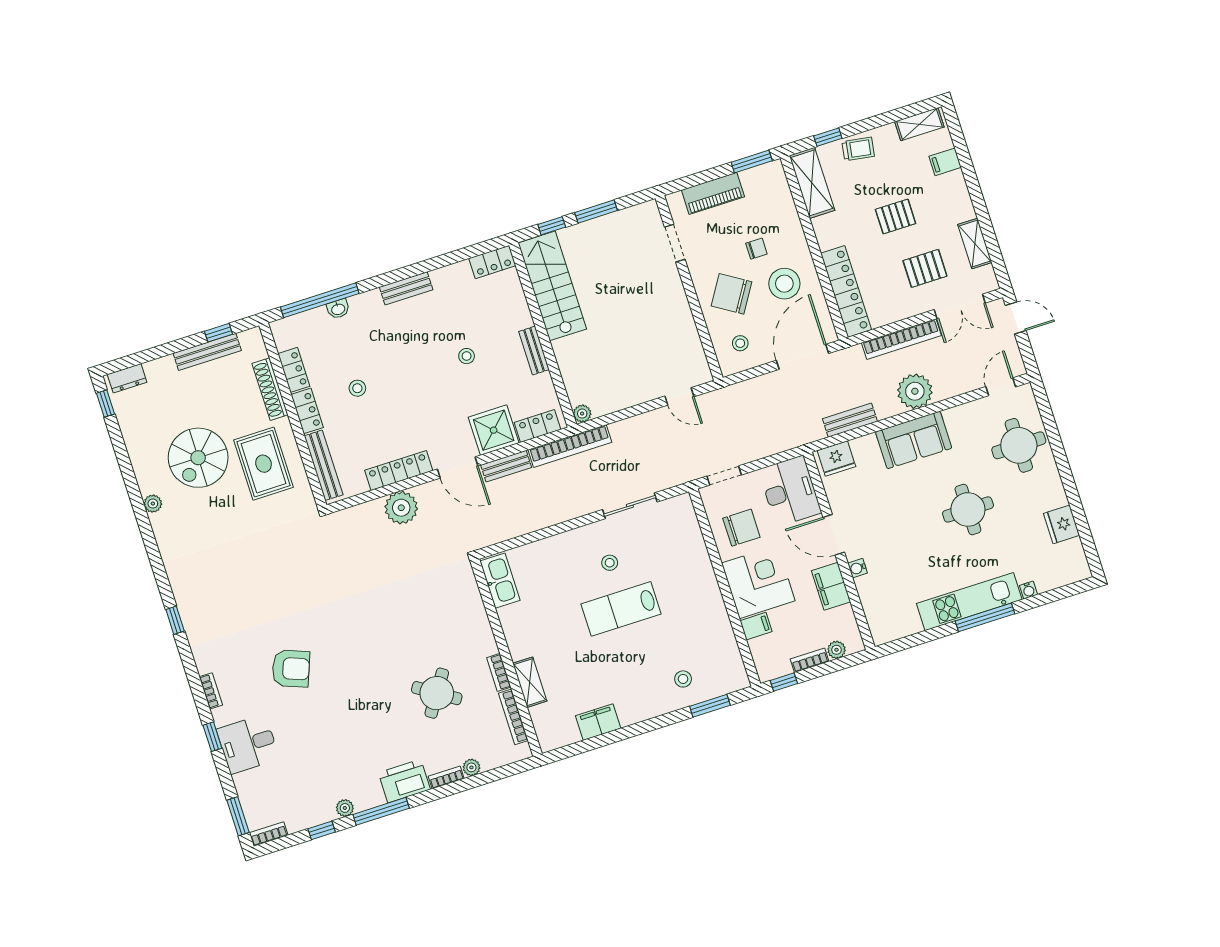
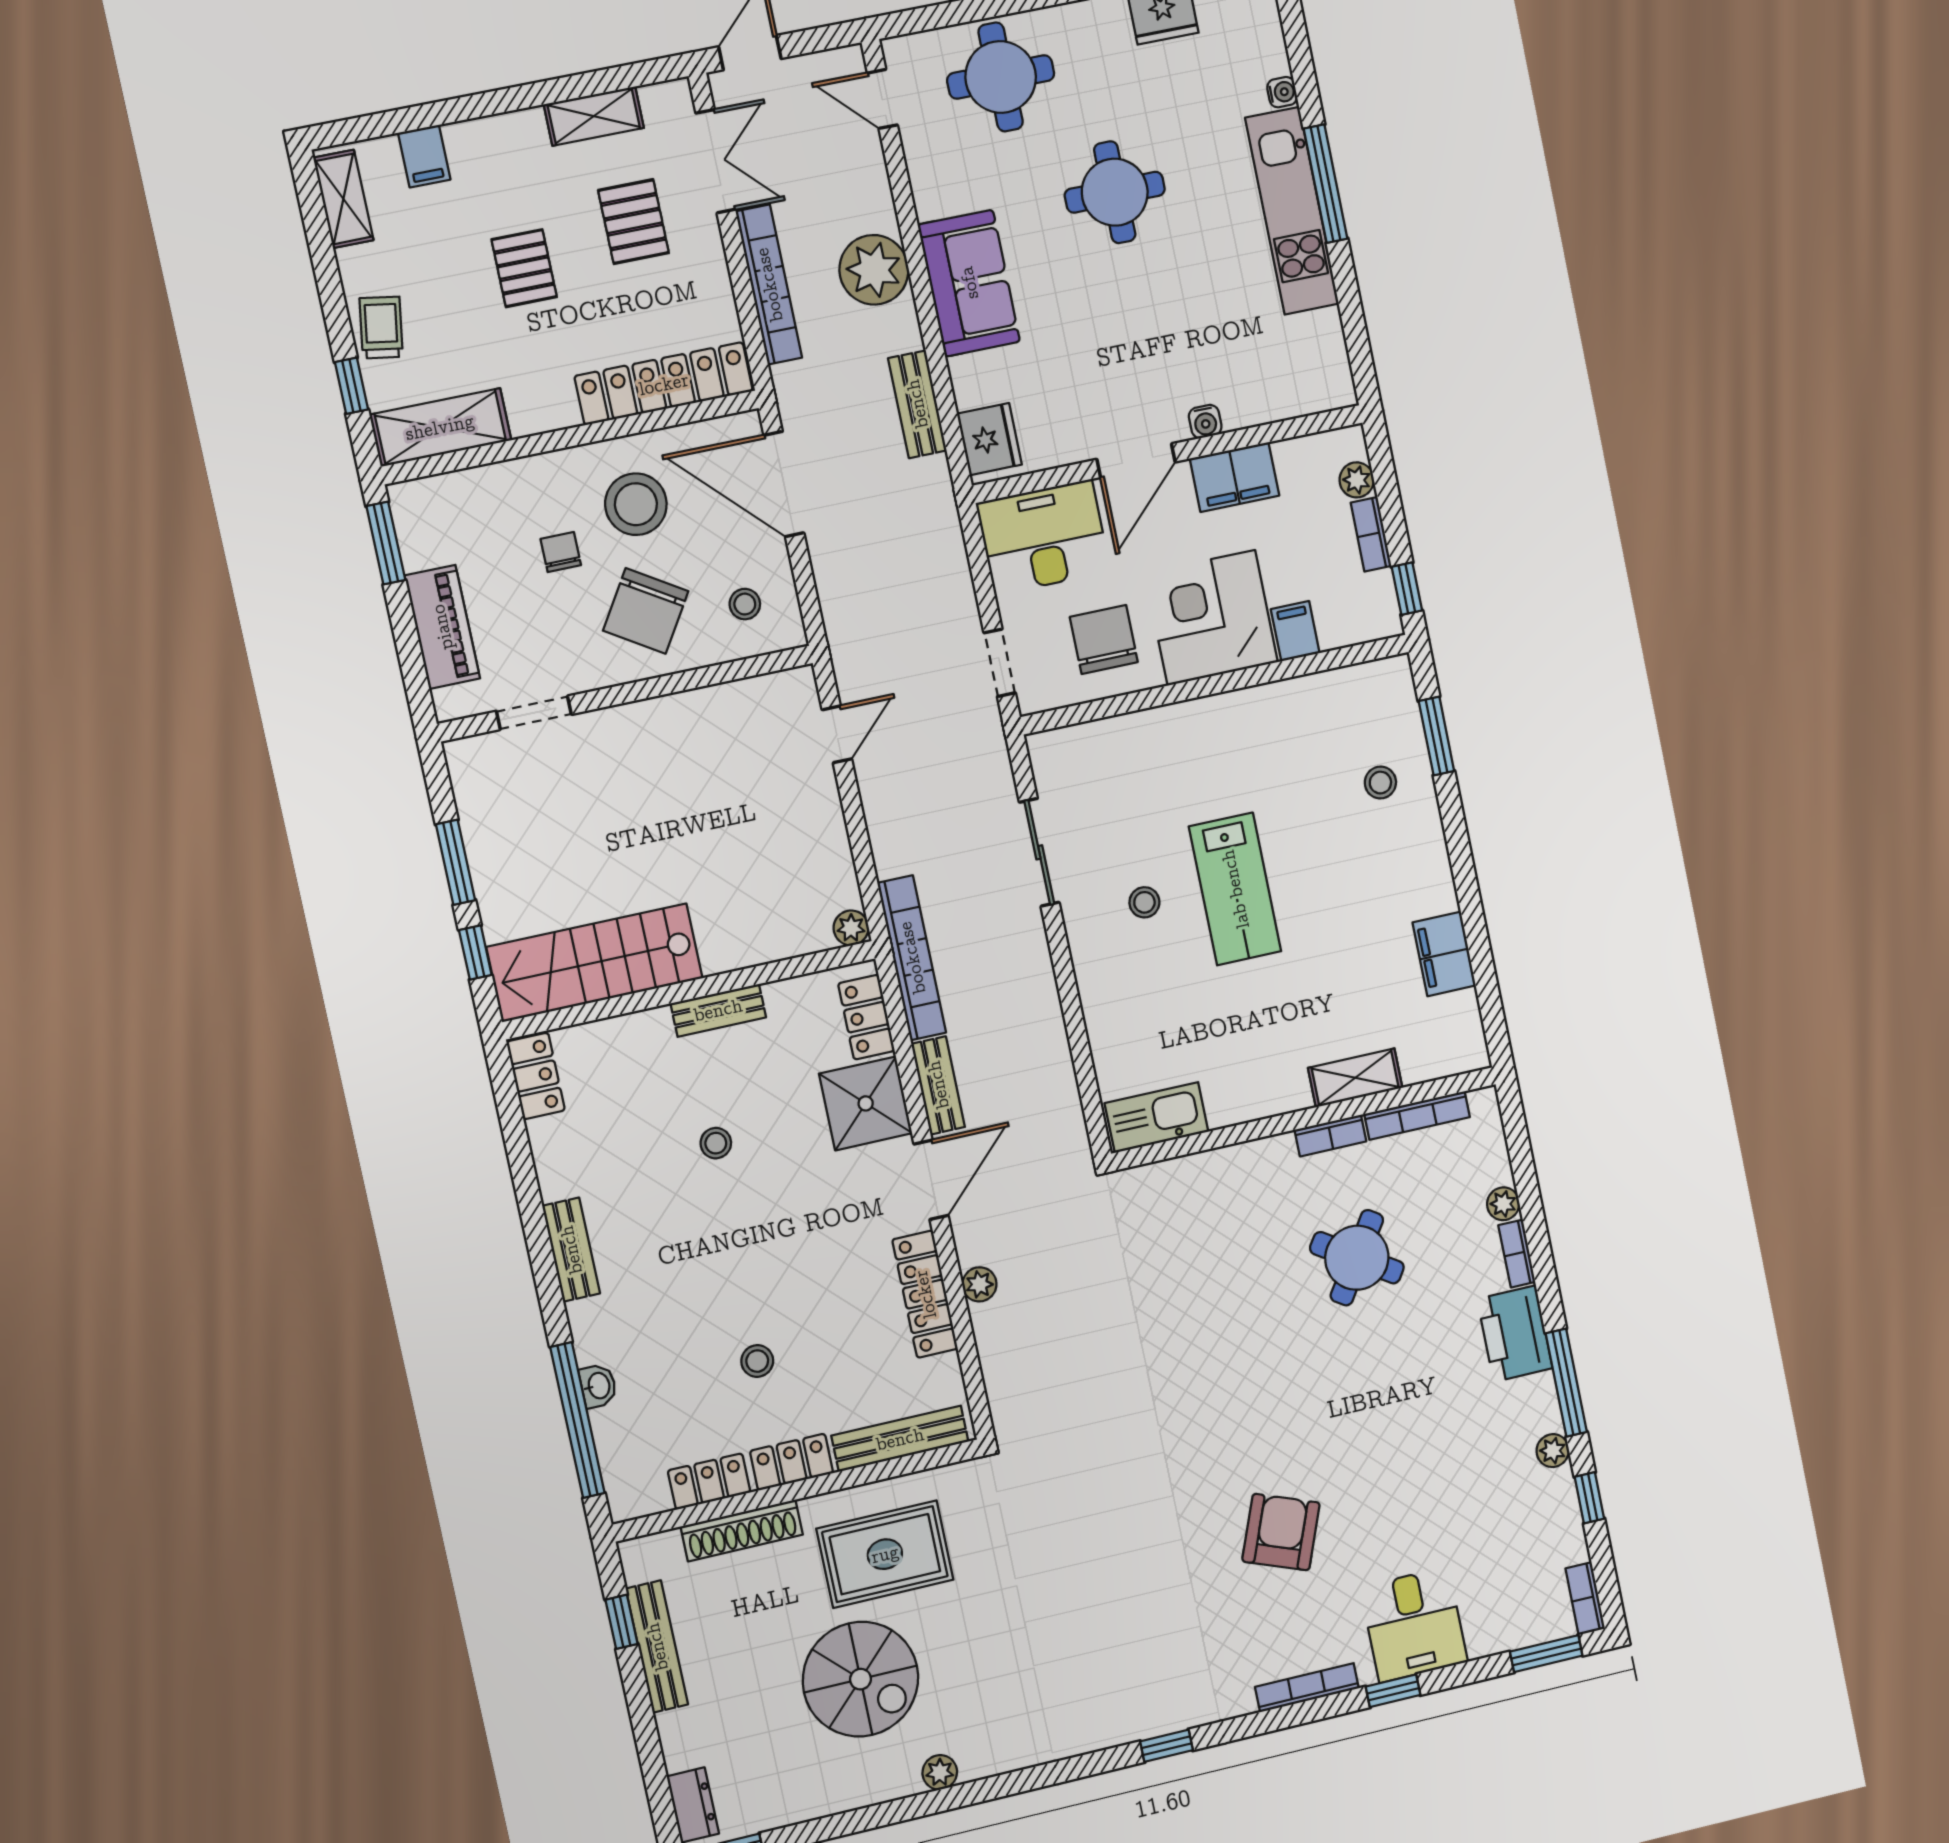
plant: (401, 508) -> (979, 1284), width x0.53, depth x0.53
bookcase: (211, 691) -> (1307, 1688), width x1.56

